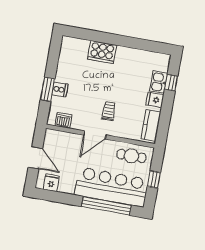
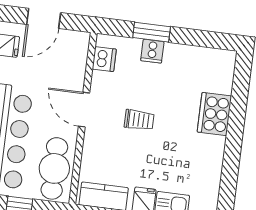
trolley: (109, 111) -> (139, 120), moved
cafe table: (131, 156) -> (54, 168), width x1.37, depth x1.35

